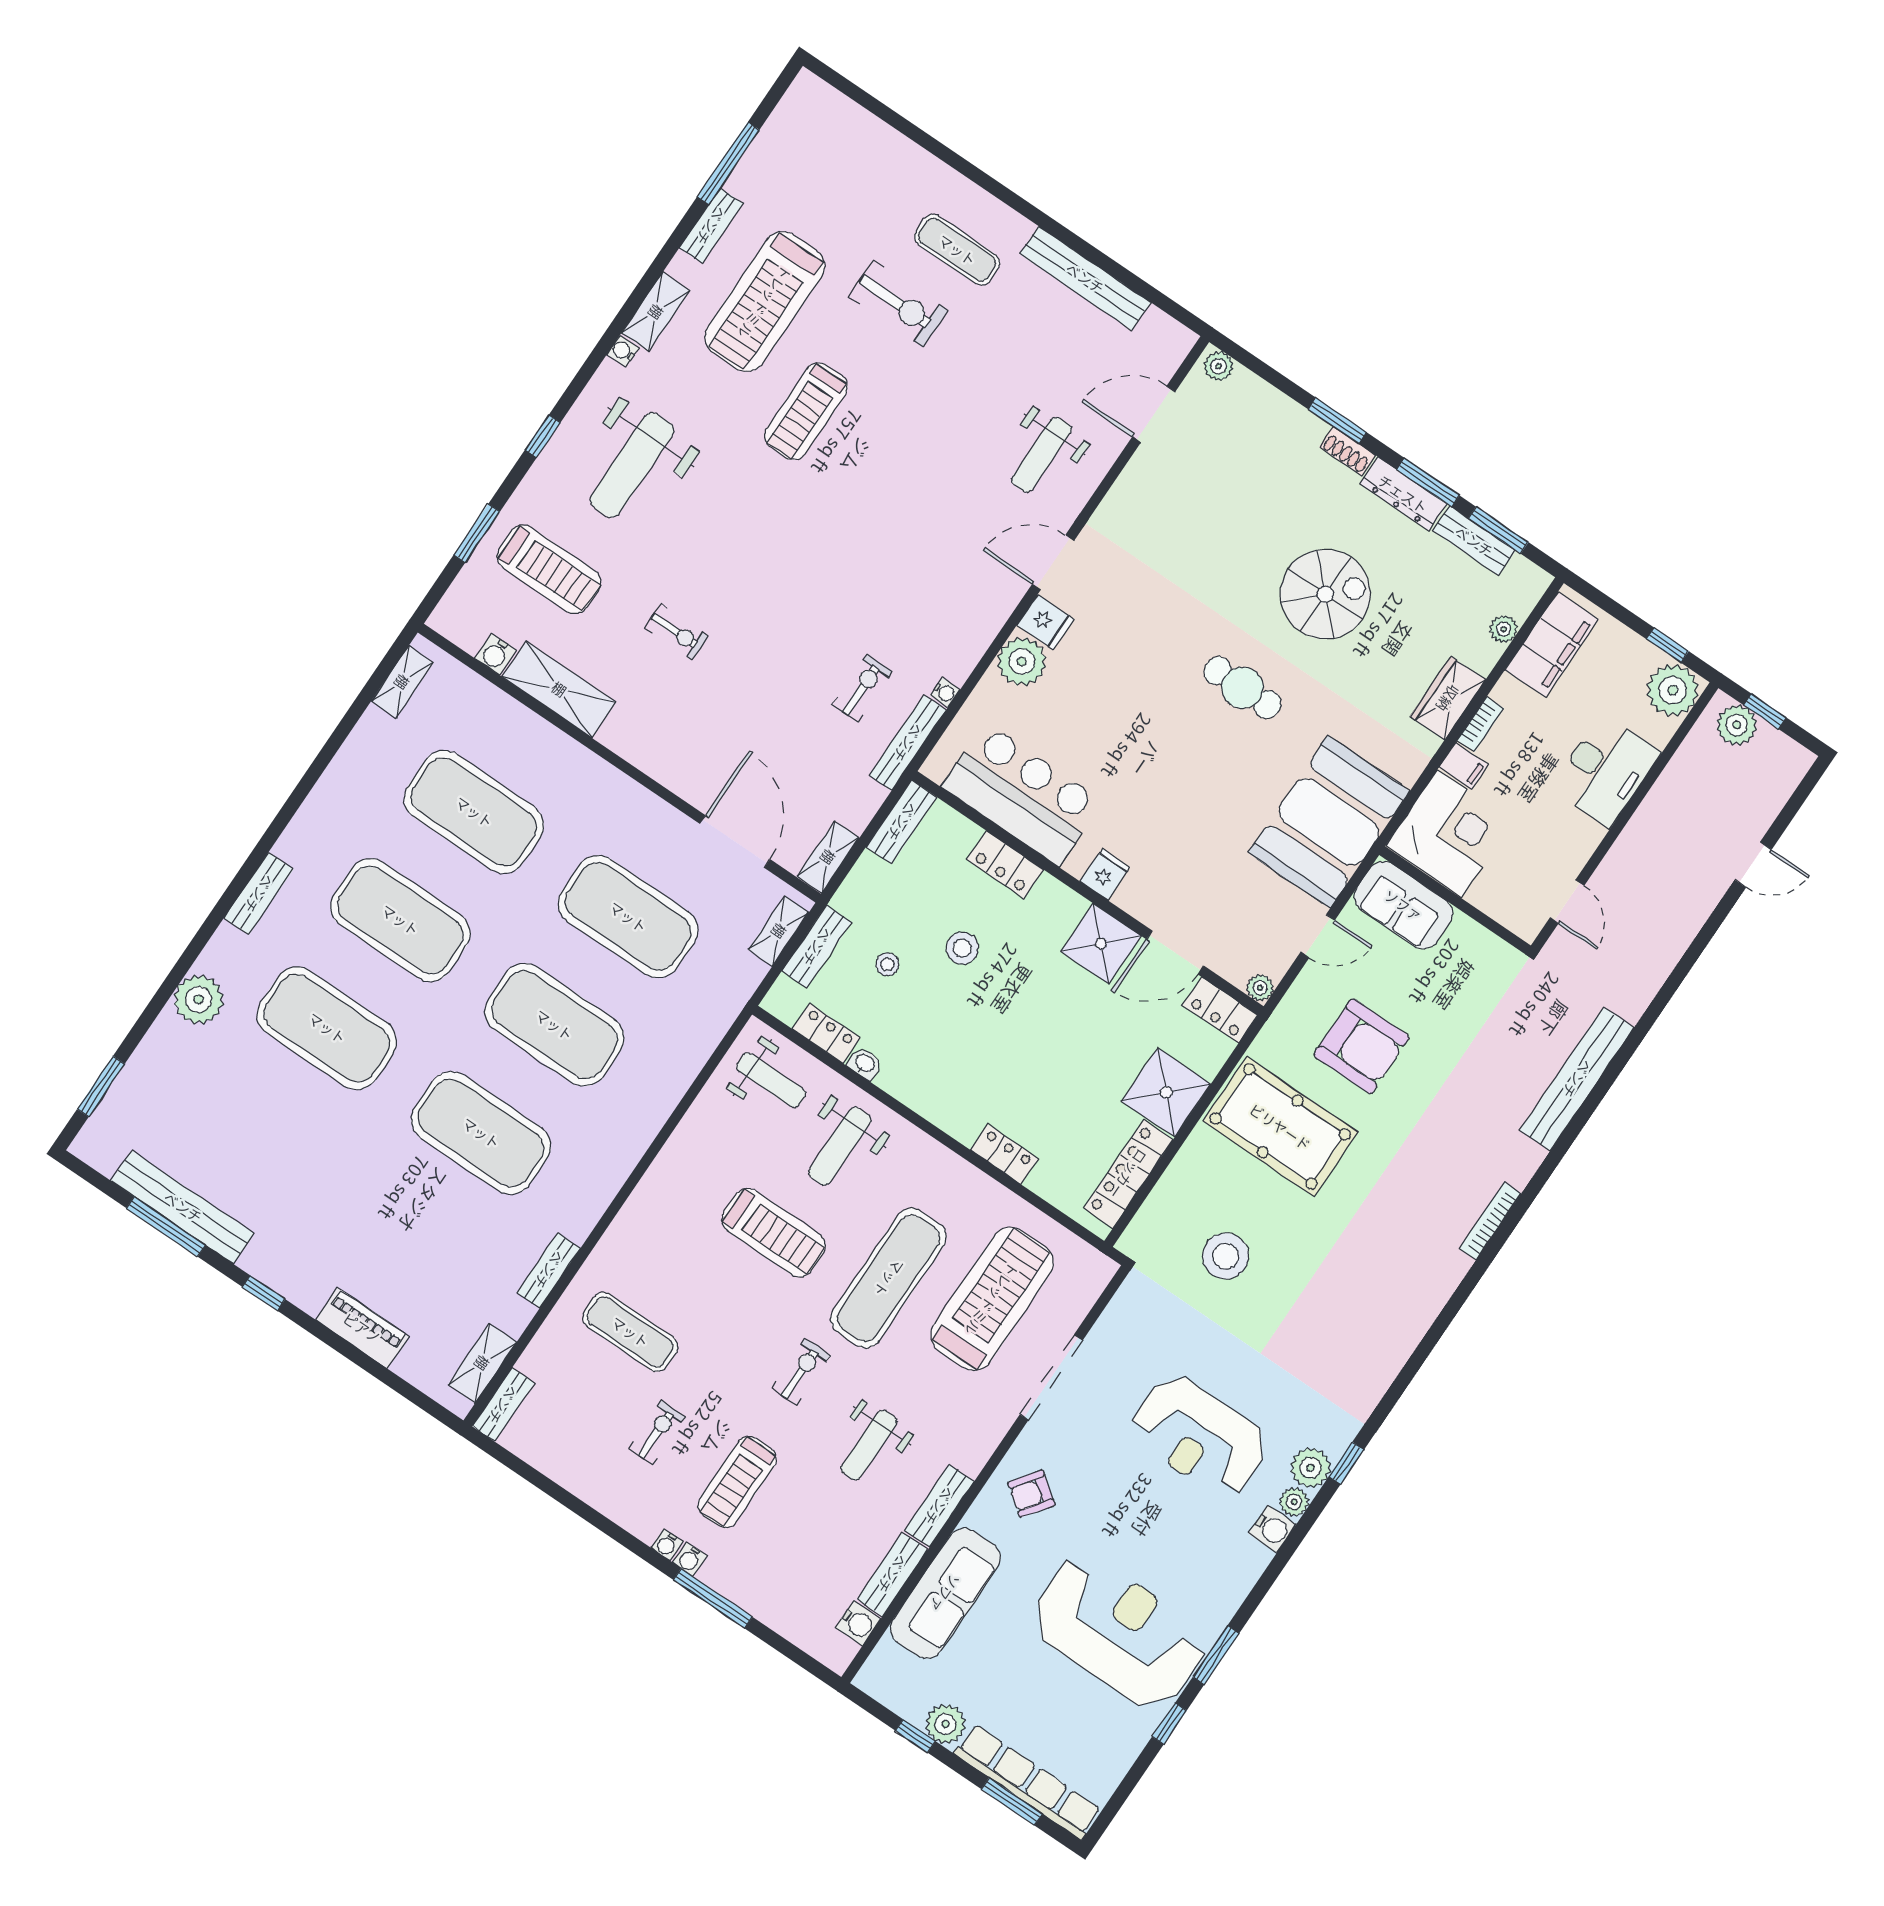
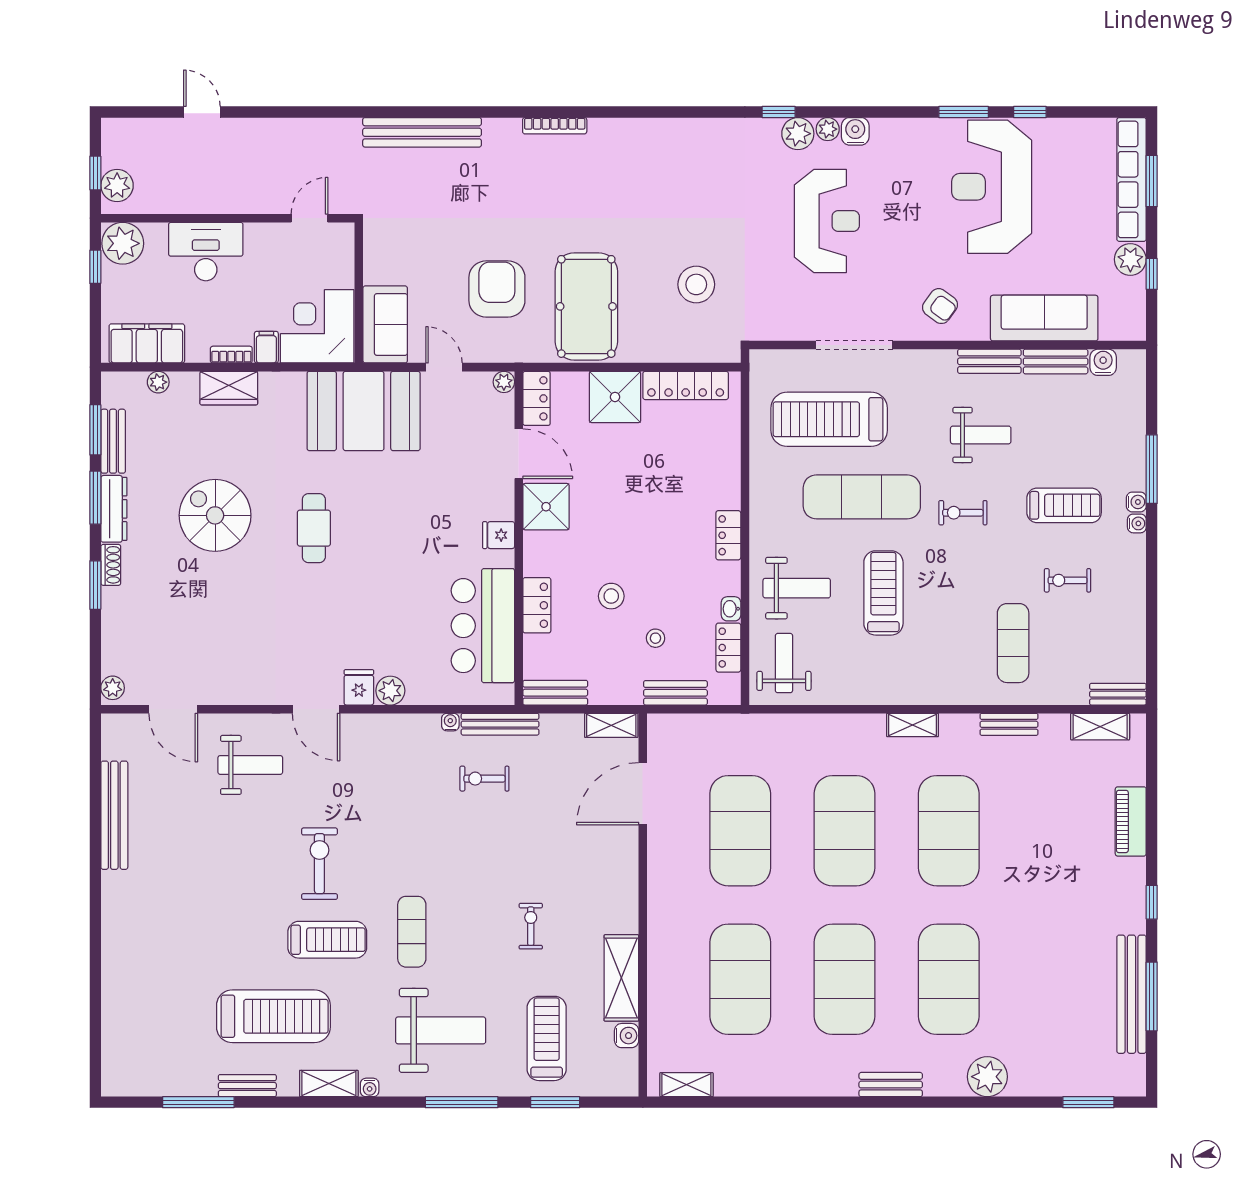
exercise mat: (957, 250) -> (412, 932), moved
exercise bike: (898, 304) -> (319, 864), moved
window: (543, 436) -> (462, 1102), width x2.17
plant: (1022, 662) -> (390, 691), width x0.73, depth x0.73
shelving: (779, 931) -> (913, 725), moved
locker: (1004, 1154) -> (728, 535), moved

